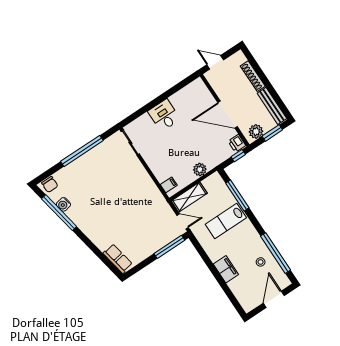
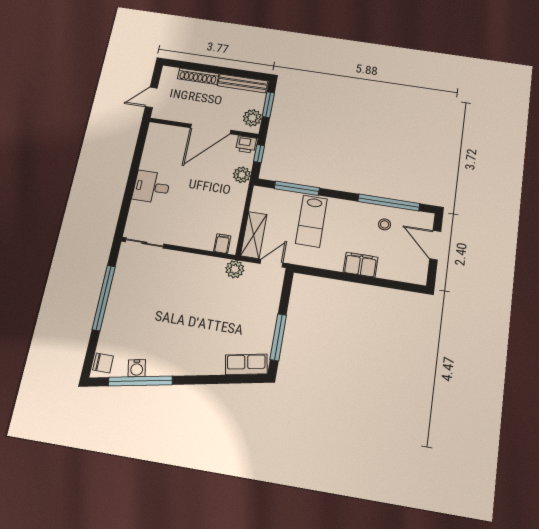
plant: (200, 170) -> (242, 175), moved
plant: (161, 205) -> (235, 269), added
window: (169, 247) -> (278, 337), moved

